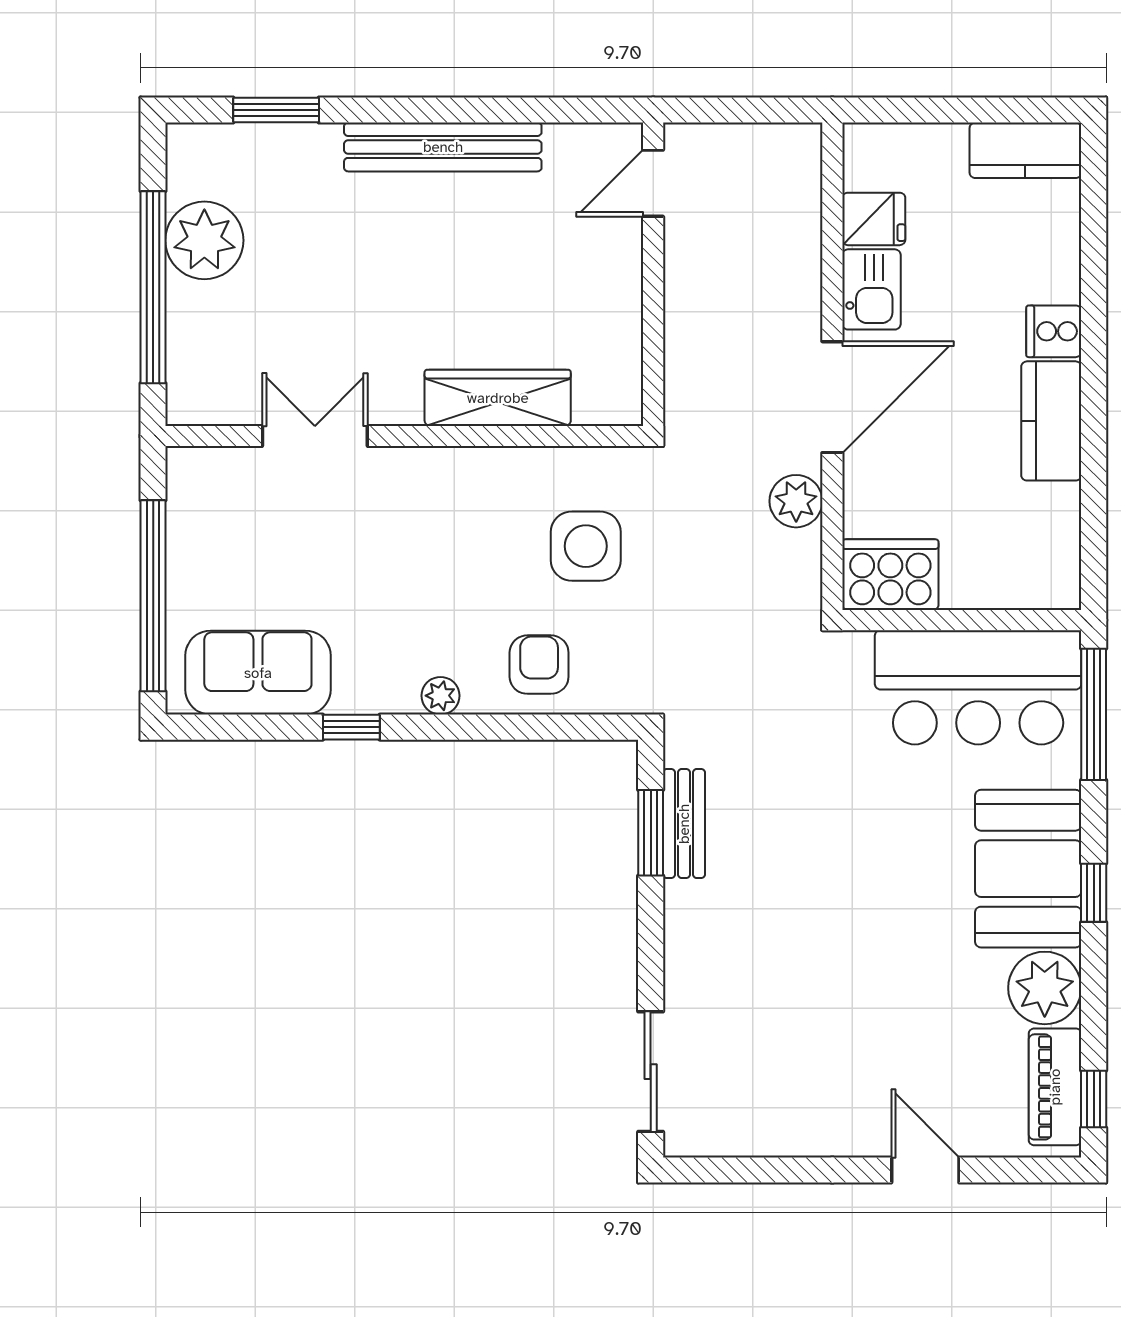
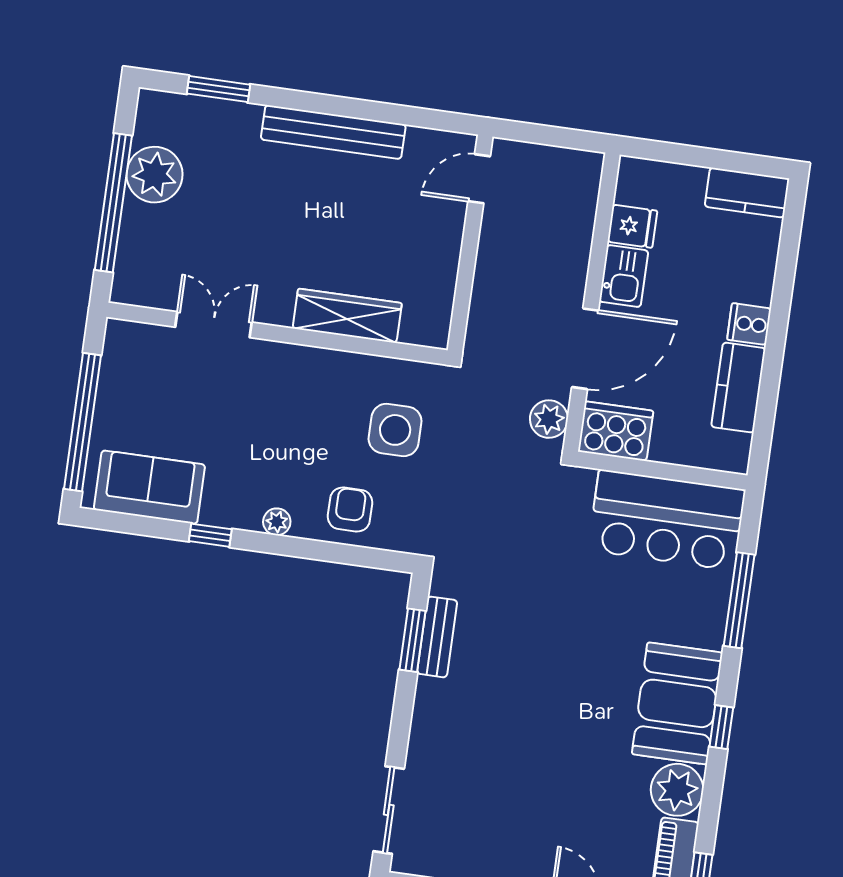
cooker: (890, 575) -> (616, 431), moved
wall: (962, 620) -> (662, 471), moved
bar counter: (978, 687) -> (667, 520), moved

